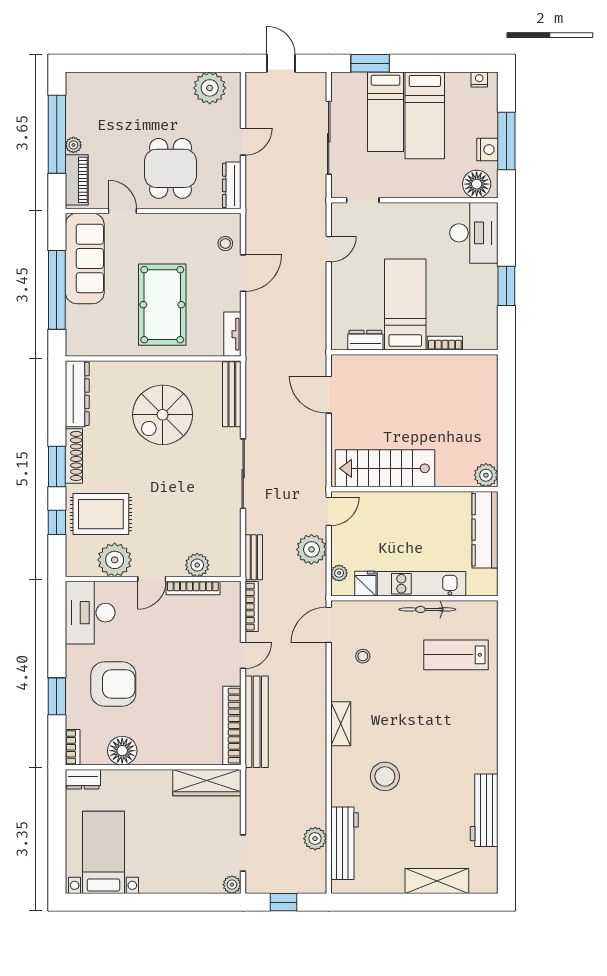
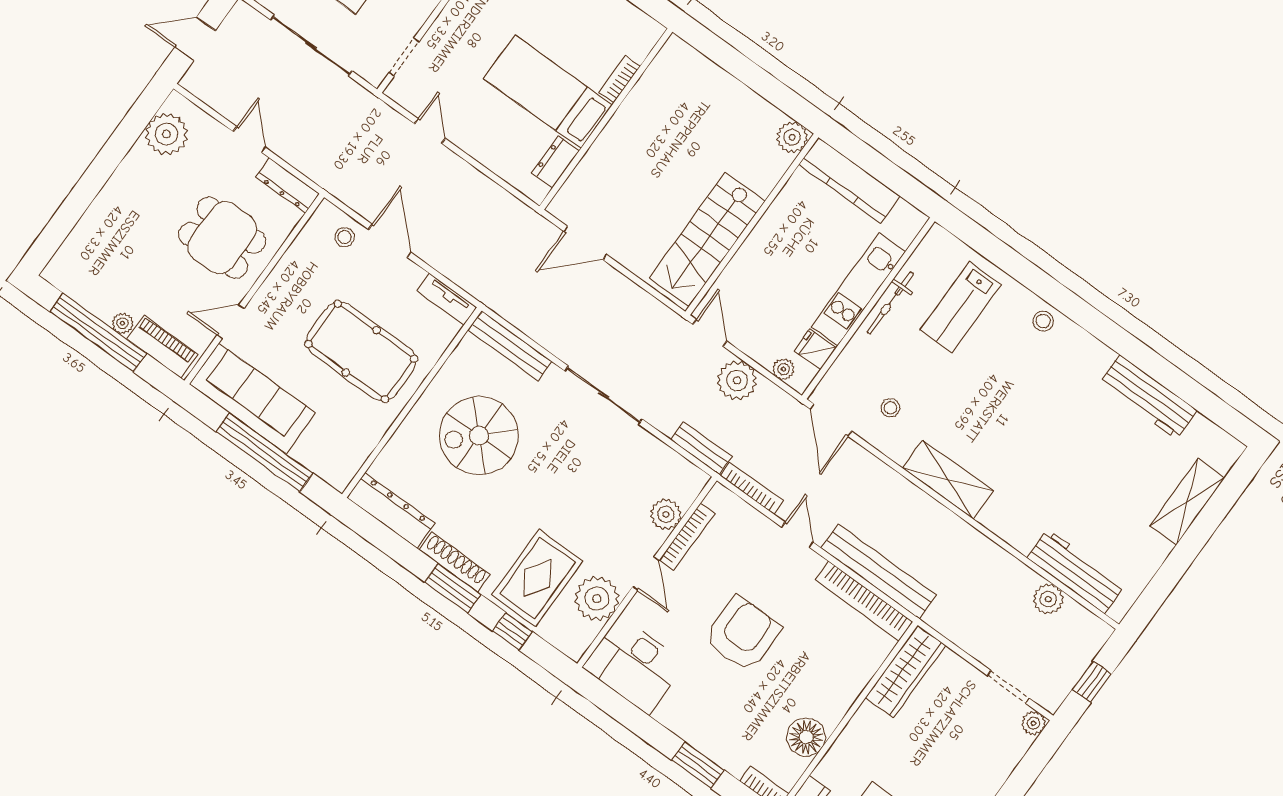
spiral stairs: (163, 415) -> (479, 436), turned 90
armchair: (113, 684) -> (743, 634), moved
shelving: (341, 724) -> (948, 480), width x1.50, depth x1.33
stool: (385, 776) -> (1043, 321), moved, width x0.53, depth x0.53

